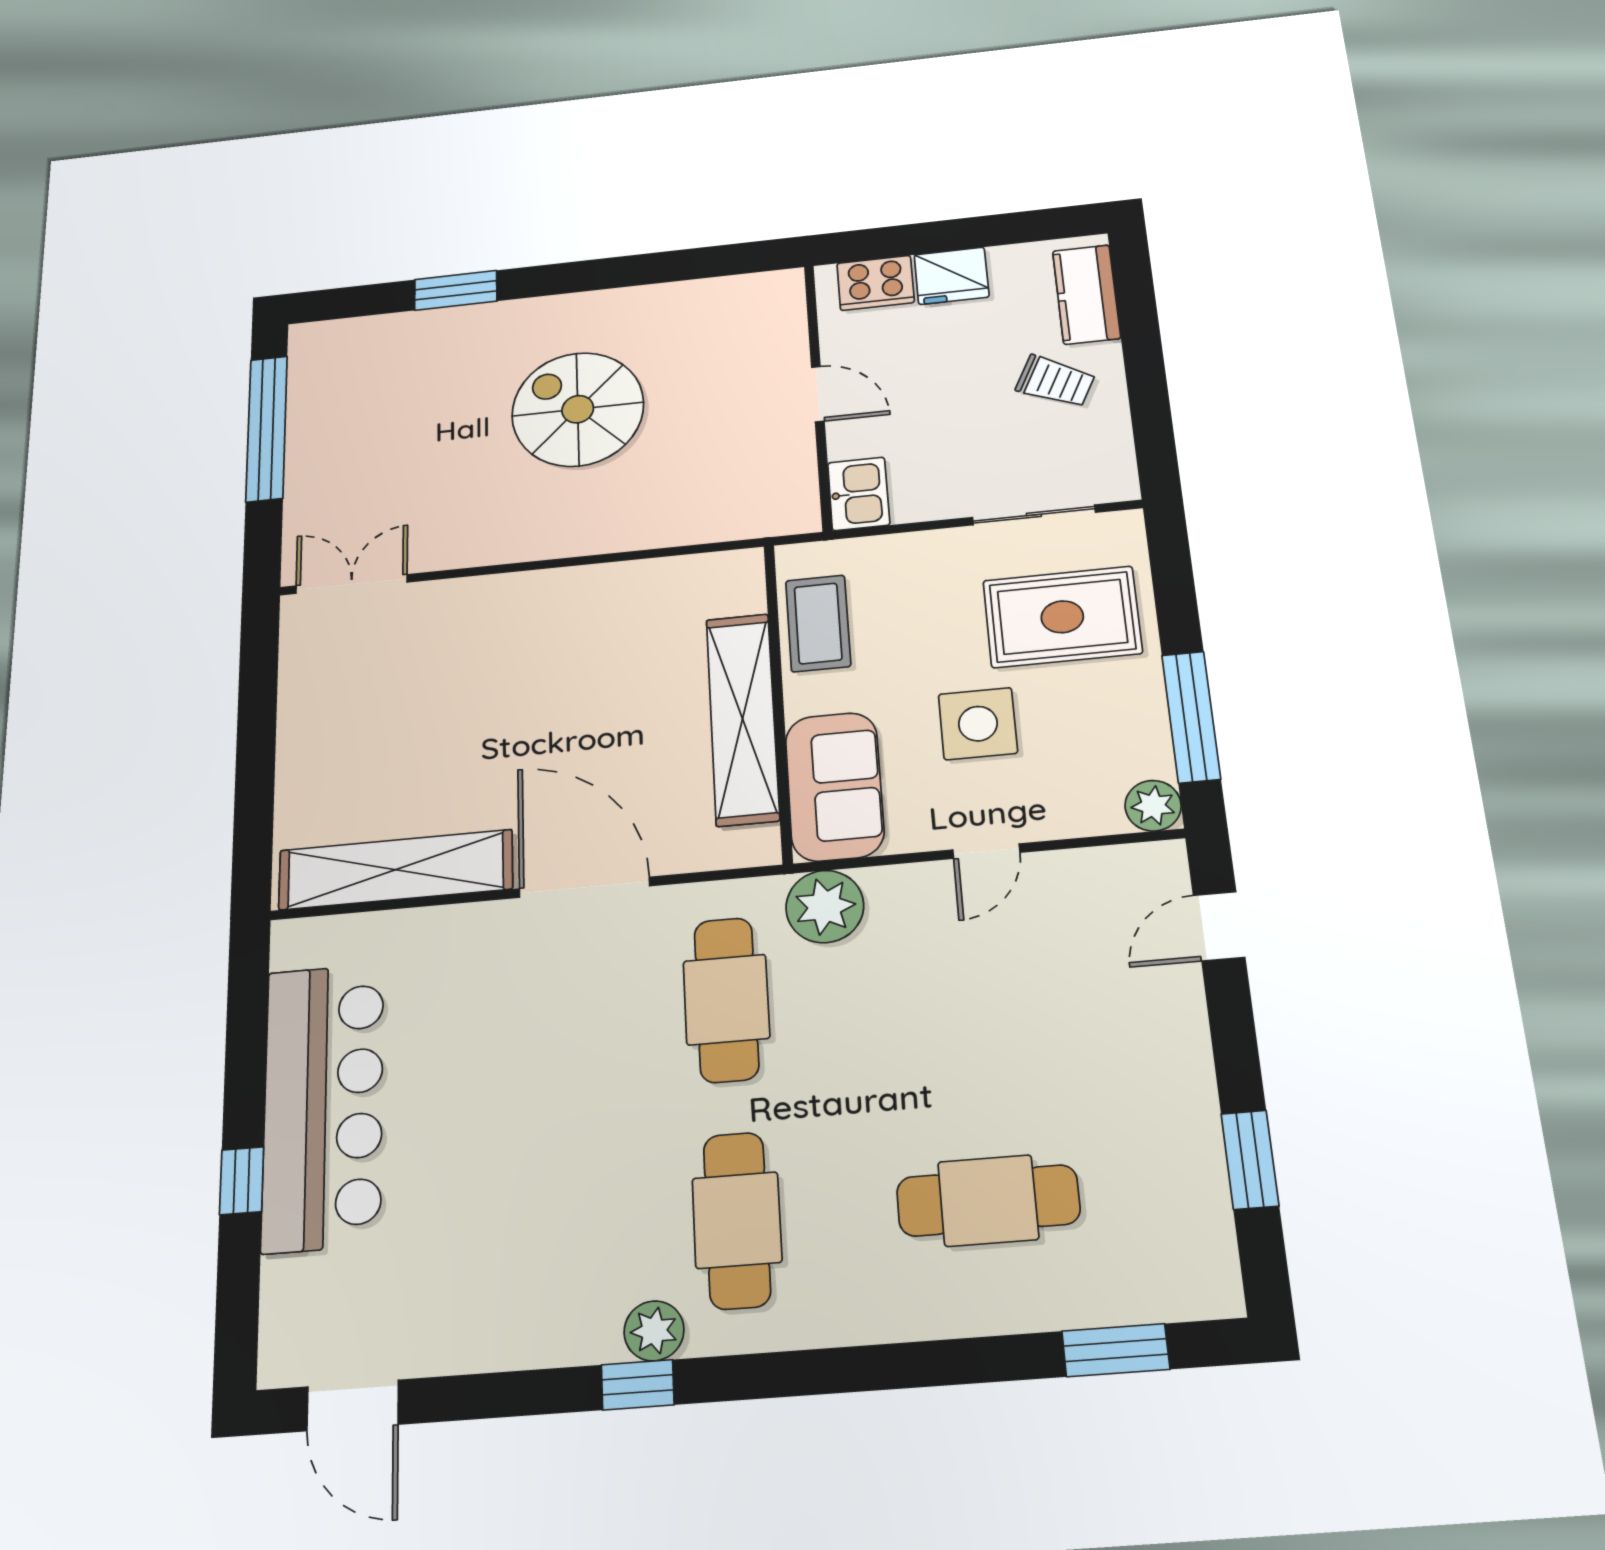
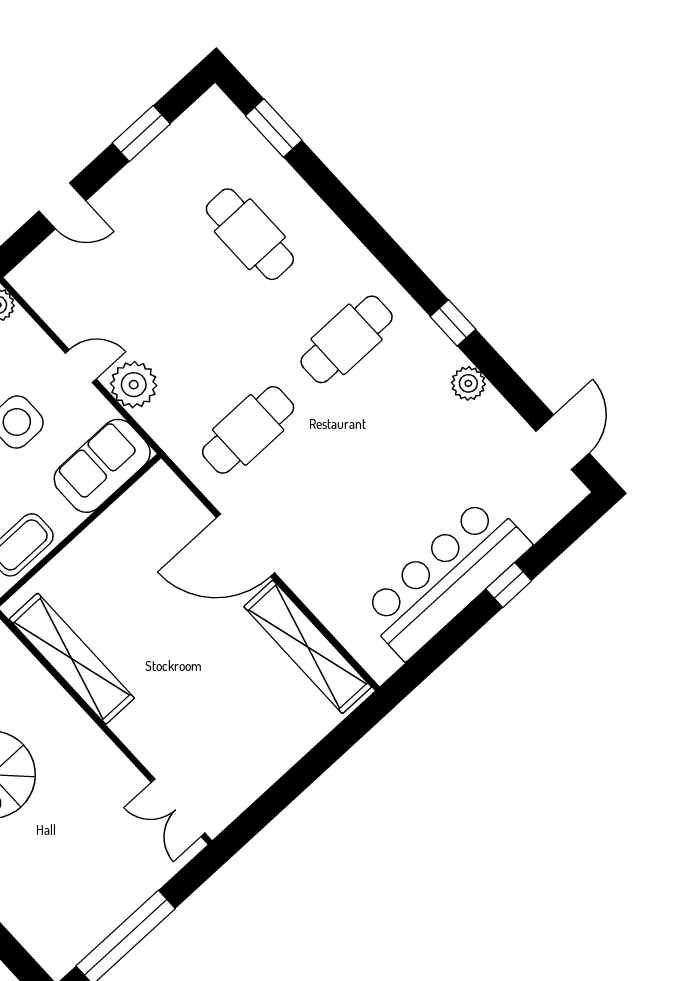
shelving: (743, 719) -> (72, 659), moved, turned 90
door: (584, 887) -> (246, 545), hinge flipped
plant: (825, 907) -> (134, 385), moved
door: (1219, 926) -> (62, 206), moved
plant: (654, 1331) -> (468, 383), moved

